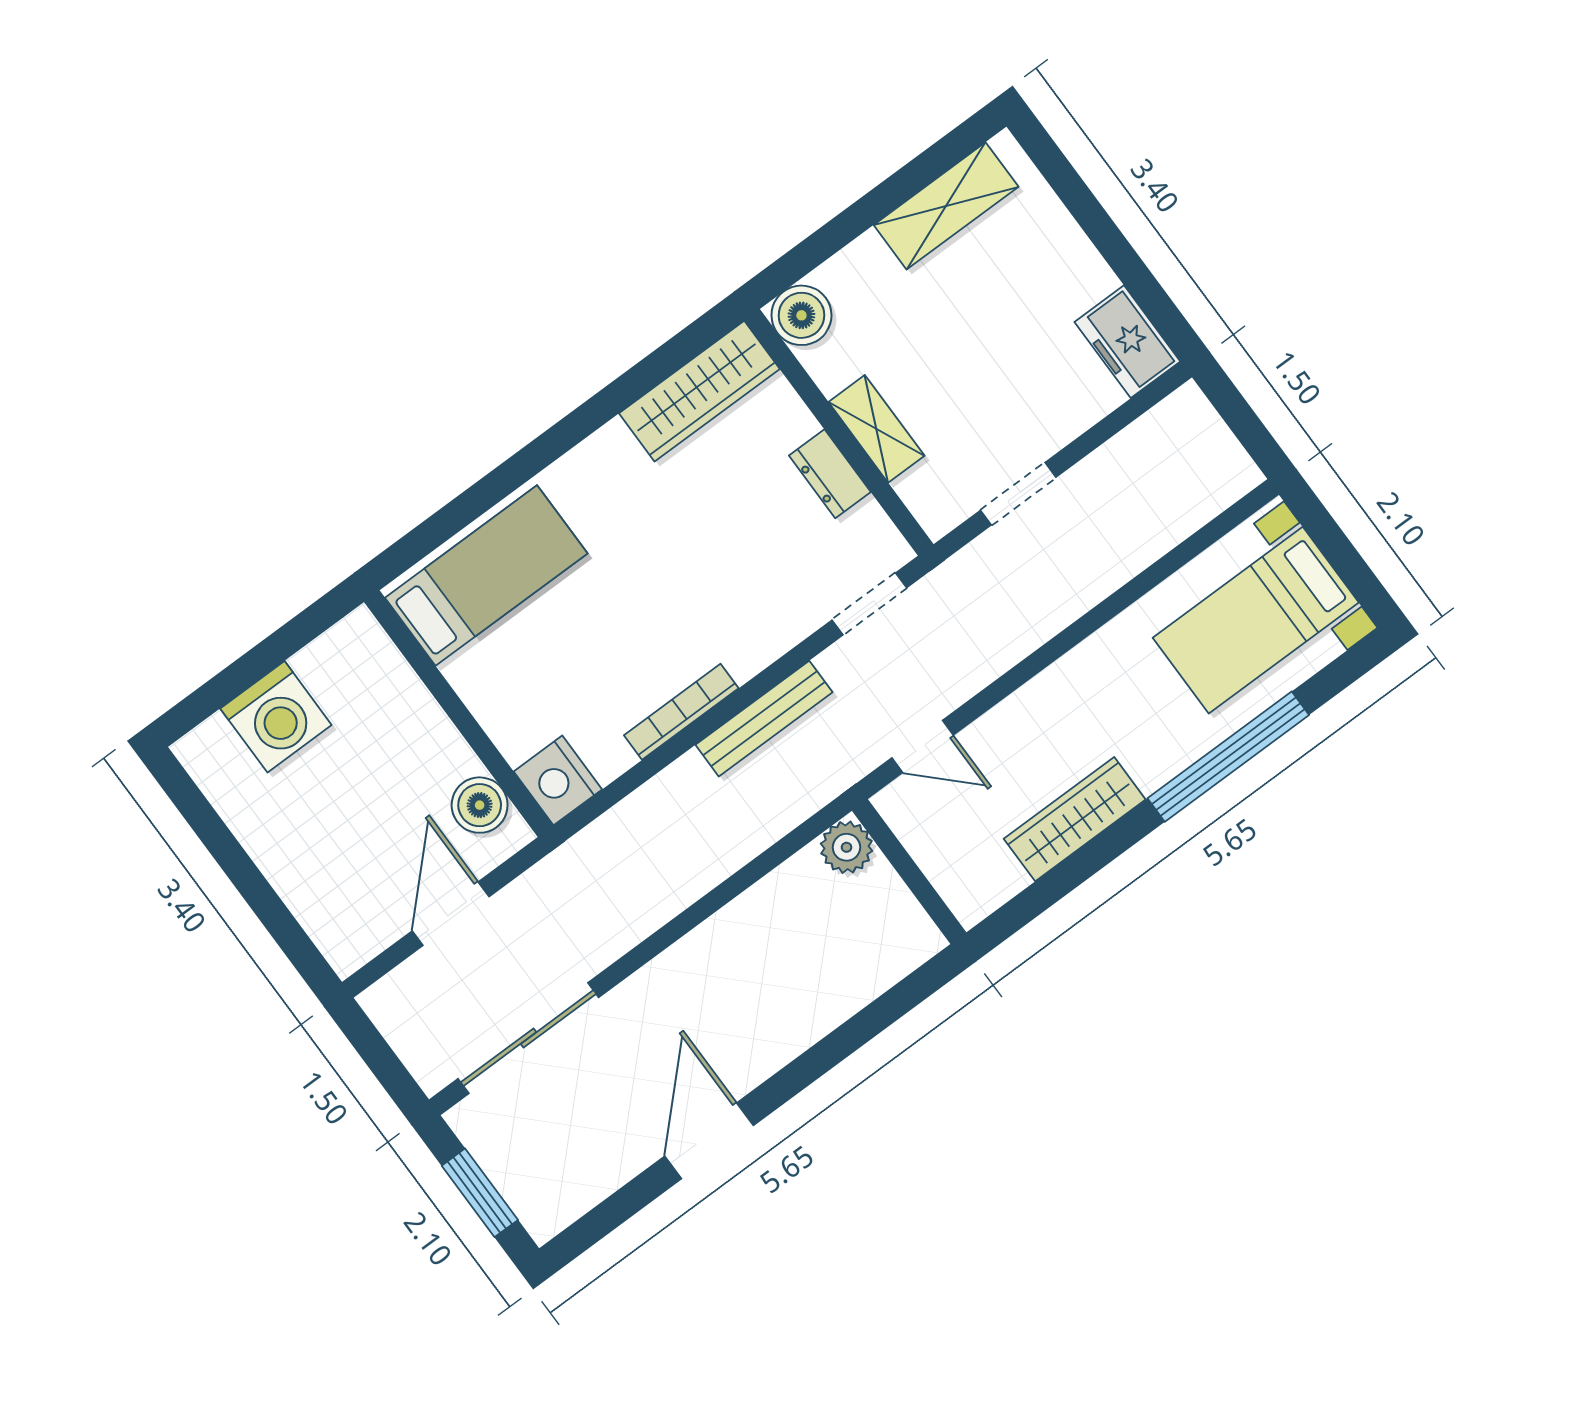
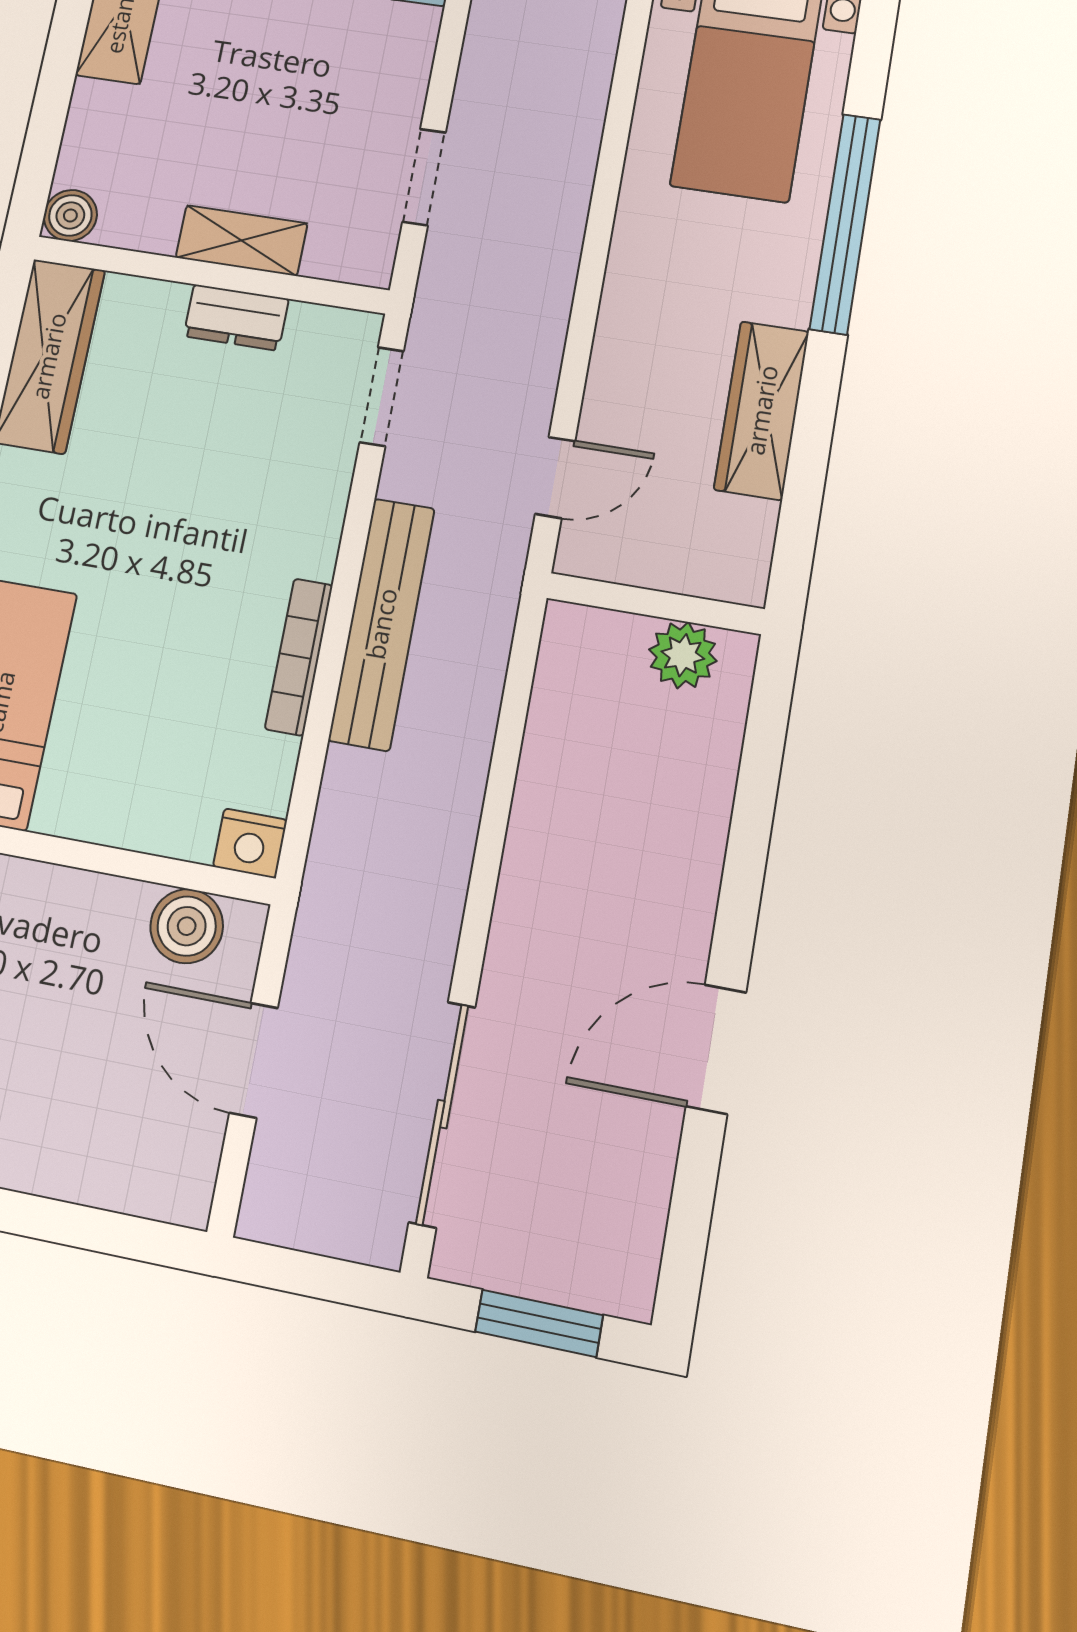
boiler: (801, 315) -> (70, 215), width x0.73, depth x0.73
bench: (764, 719) -> (382, 624), width x1.37, depth x1.21
nightstand: (558, 780) -> (250, 843), width x0.74, depth x0.75
plant: (847, 847) -> (683, 655), moved
door: (709, 1141) -> (716, 1049), hinge flipped

